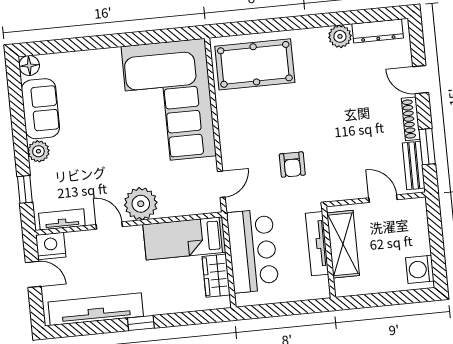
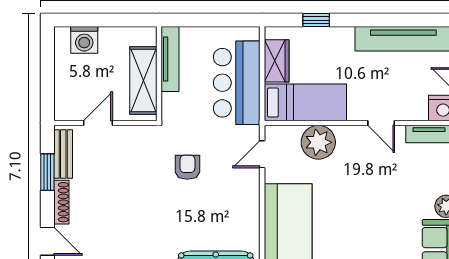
door: (383, 199) -> (98, 123), swing flipped
plant: (141, 204) -> (318, 142), moved
tv unit: (317, 244) -> (170, 59), moved
washing machine: (420, 269) -> (84, 40), moved, turned 90
window: (141, 323) -> (316, 20), moved

